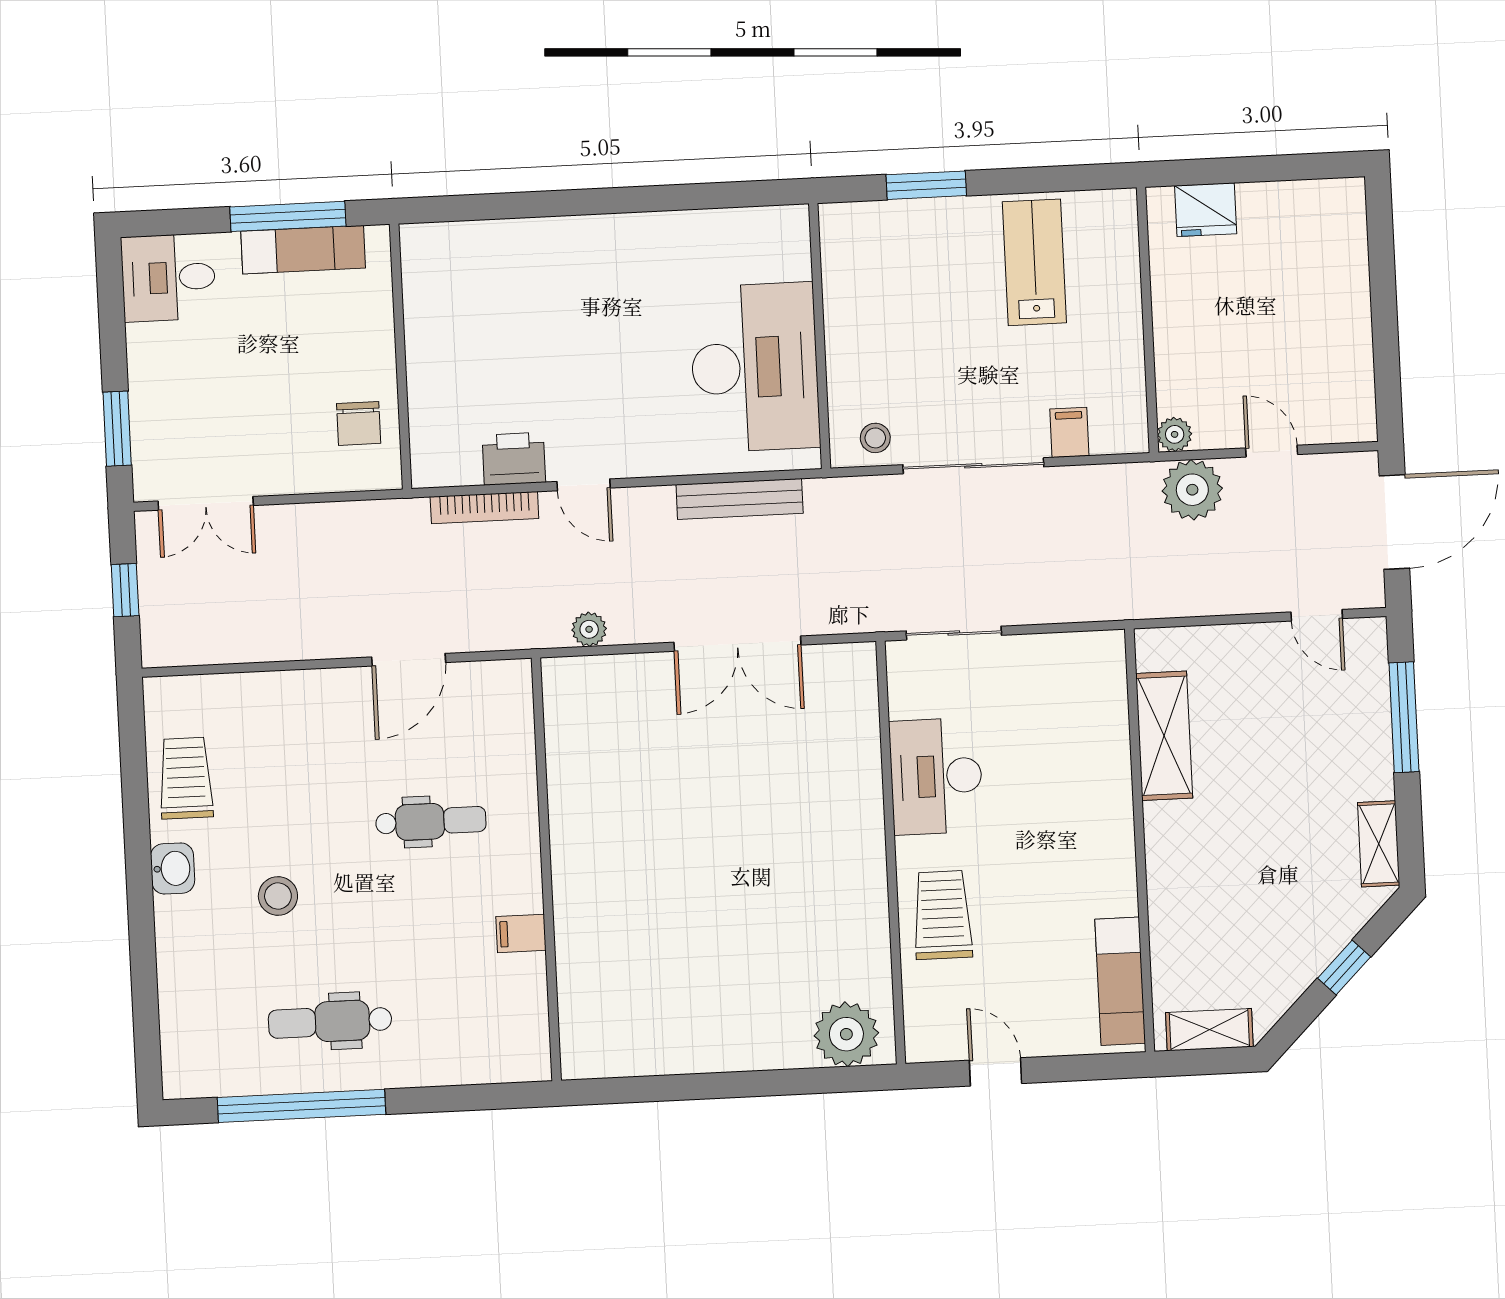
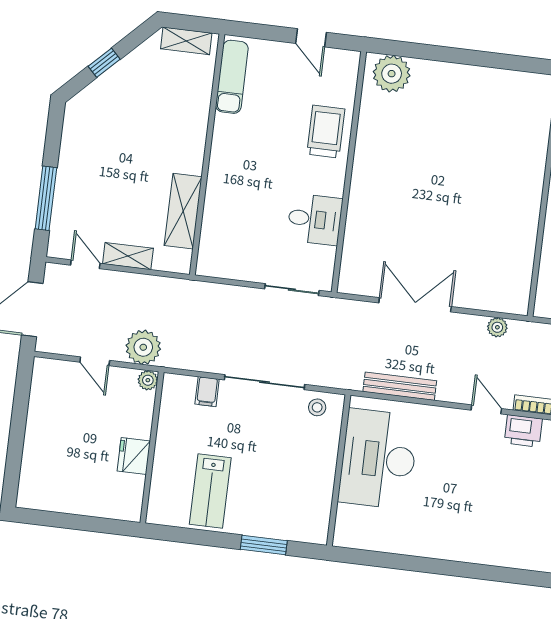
fridge: (1206, 210) -> (134, 456), moved, turned -90
desk: (936, 776) -> (315, 219), width x0.73
shelving: (1379, 844) -> (128, 256), moved, turned 90
trolley: (942, 915) -> (326, 132), turned 180

